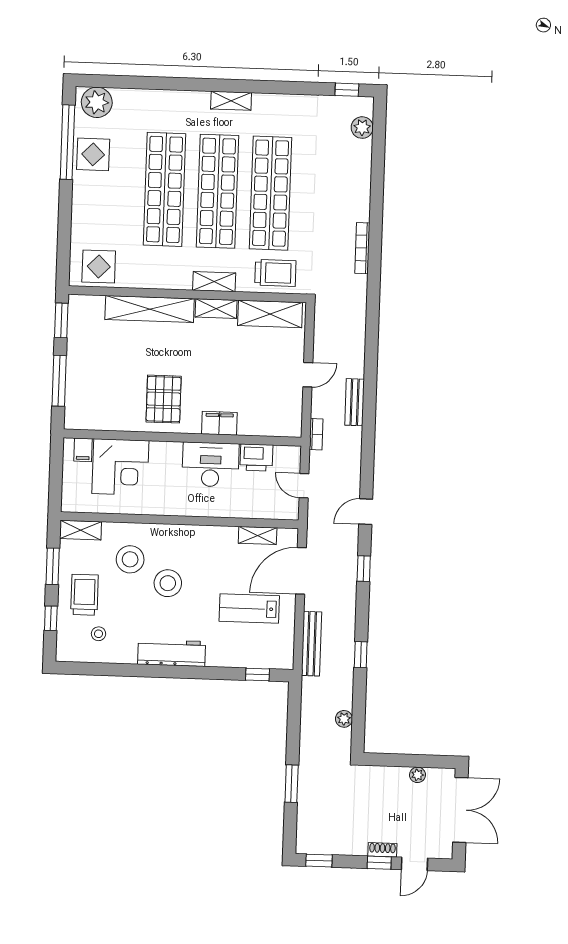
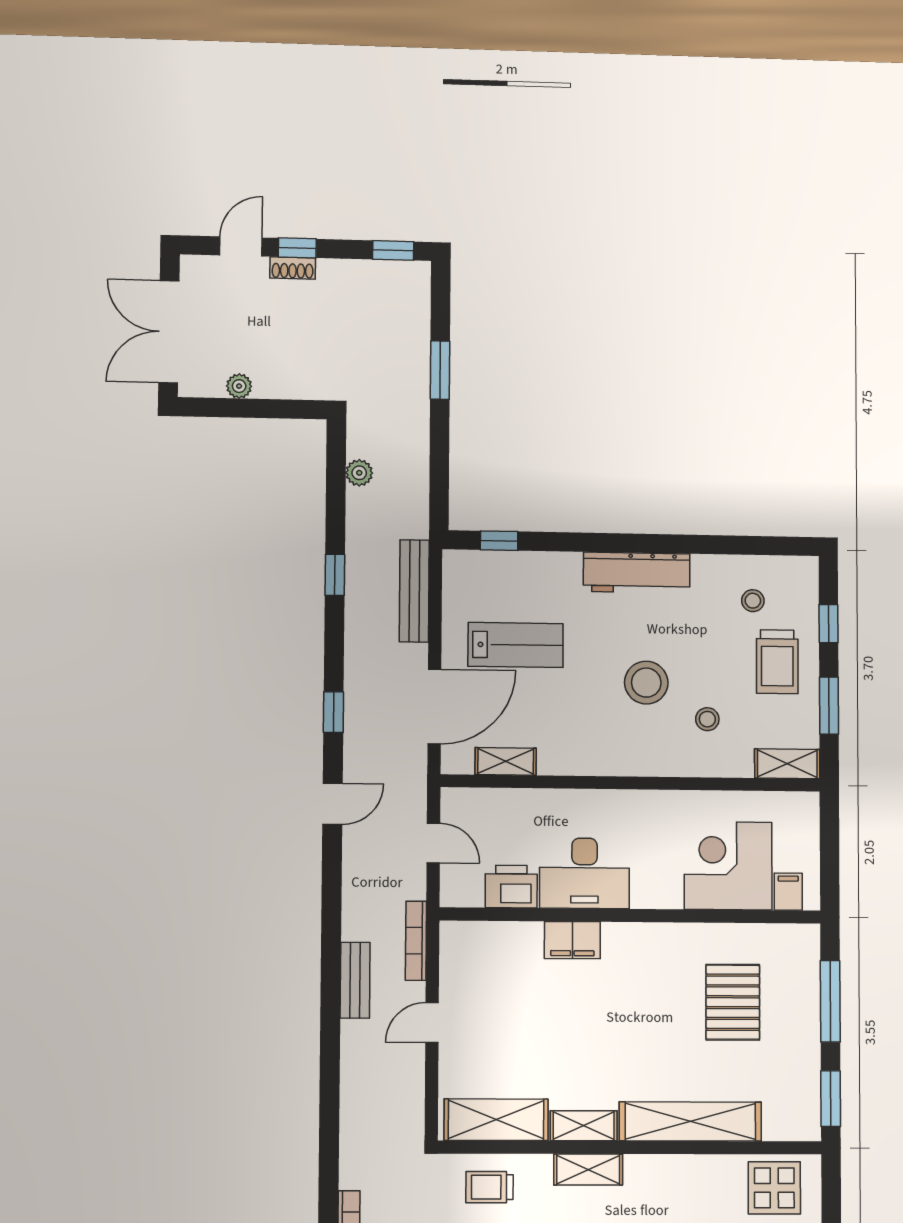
trolley: (275, 273) -> (489, 1187), width x0.73, depth x0.72
pallet: (164, 399) -> (733, 1002), moved
bookcase: (316, 434) -> (416, 941), width x1.56
stool: (130, 559) -> (707, 719), width x0.53, depth x0.53

